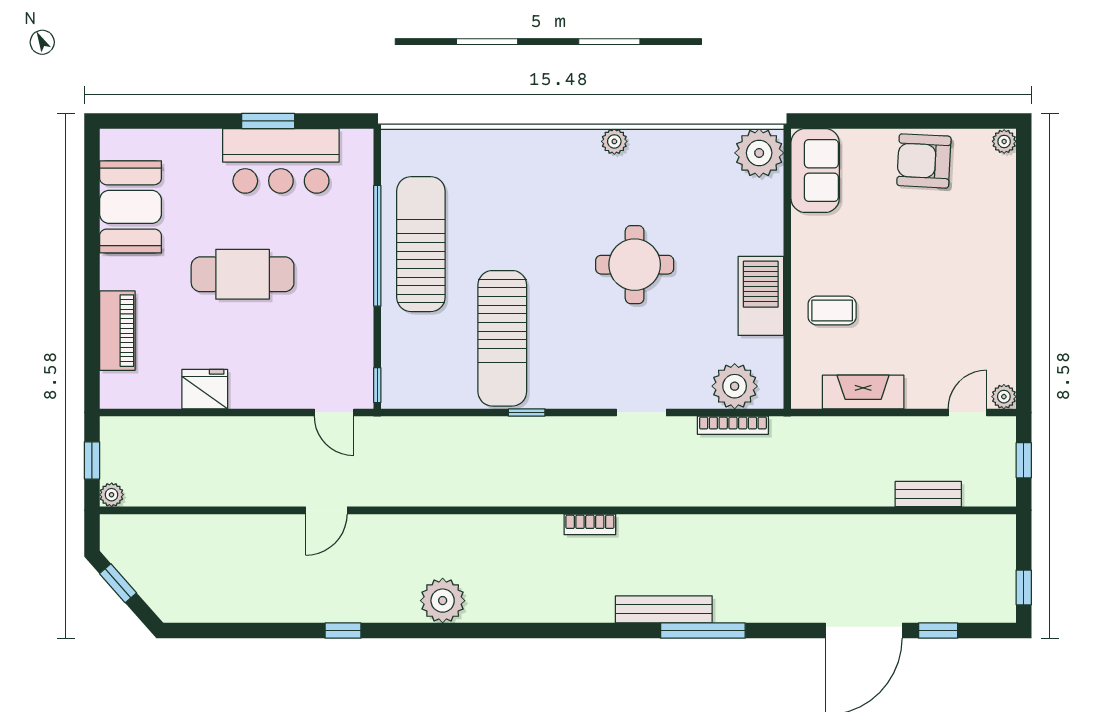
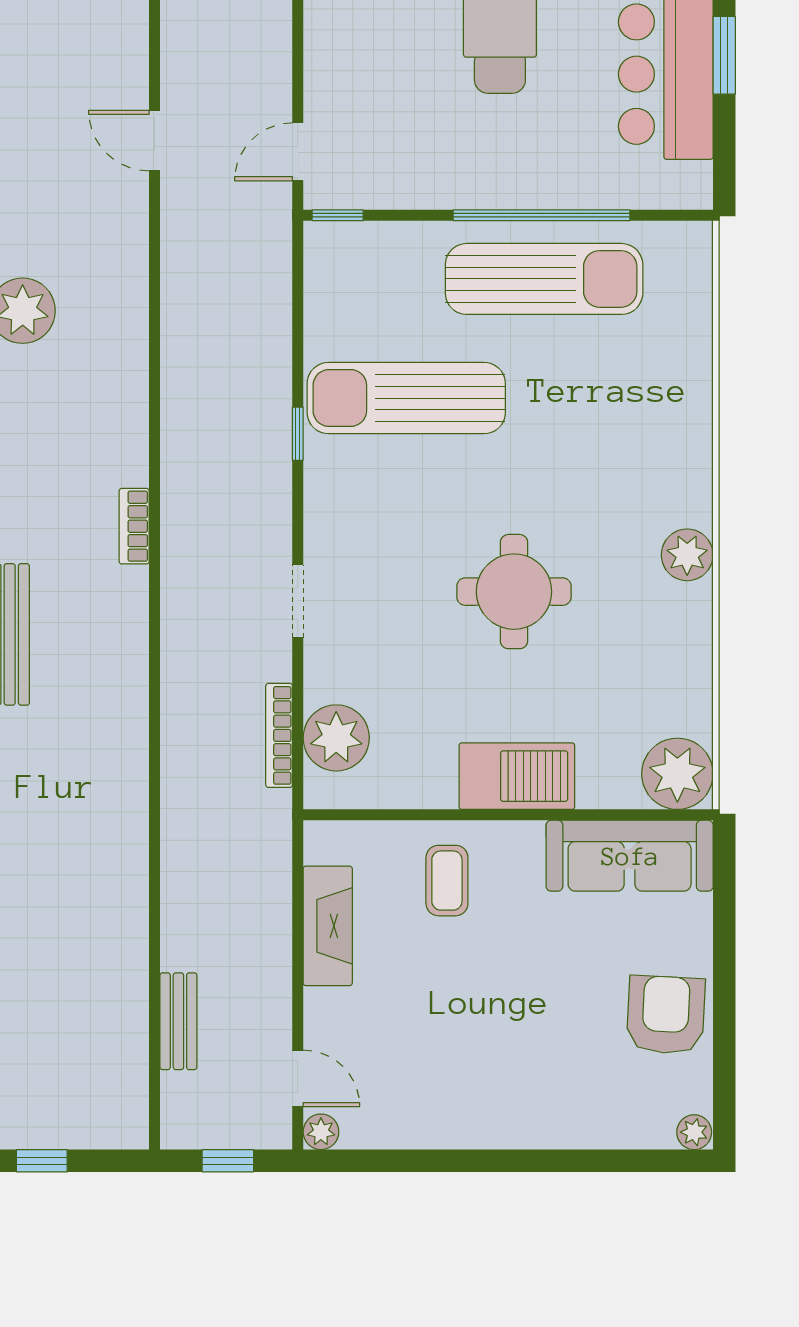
plant: (614, 141) -> (687, 555), width x1.38, depth x1.38
sofa: (815, 171) -> (630, 856), width x1.36
barbecue: (761, 296) -> (517, 776), moved

